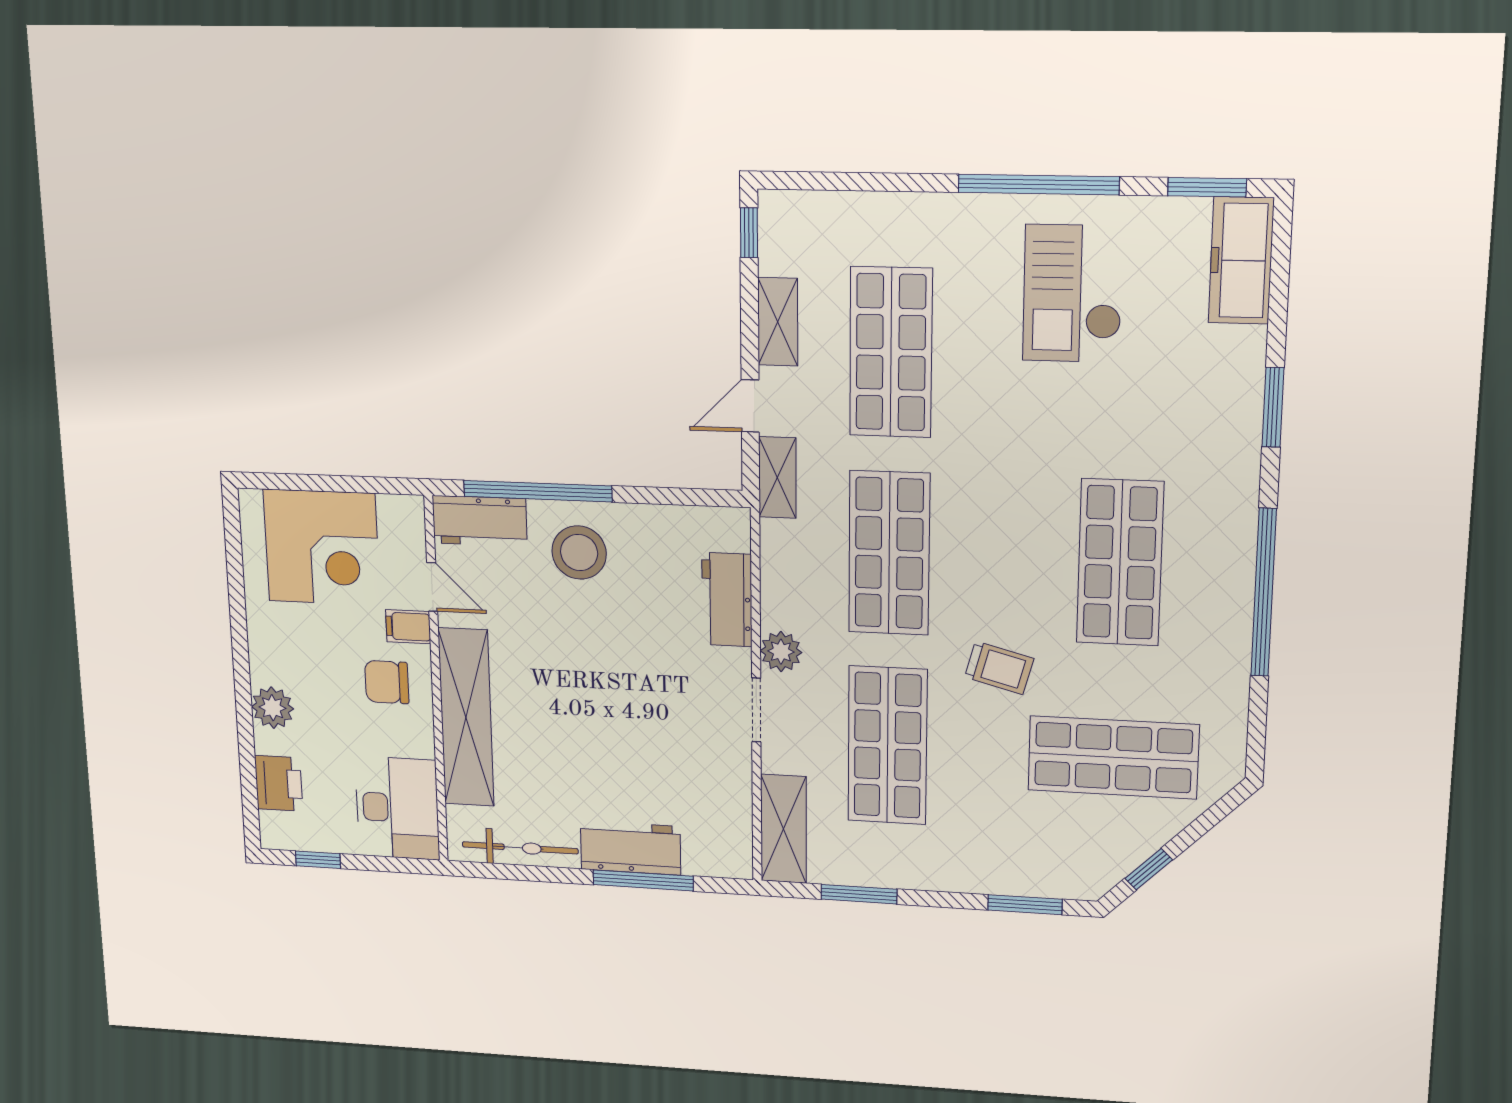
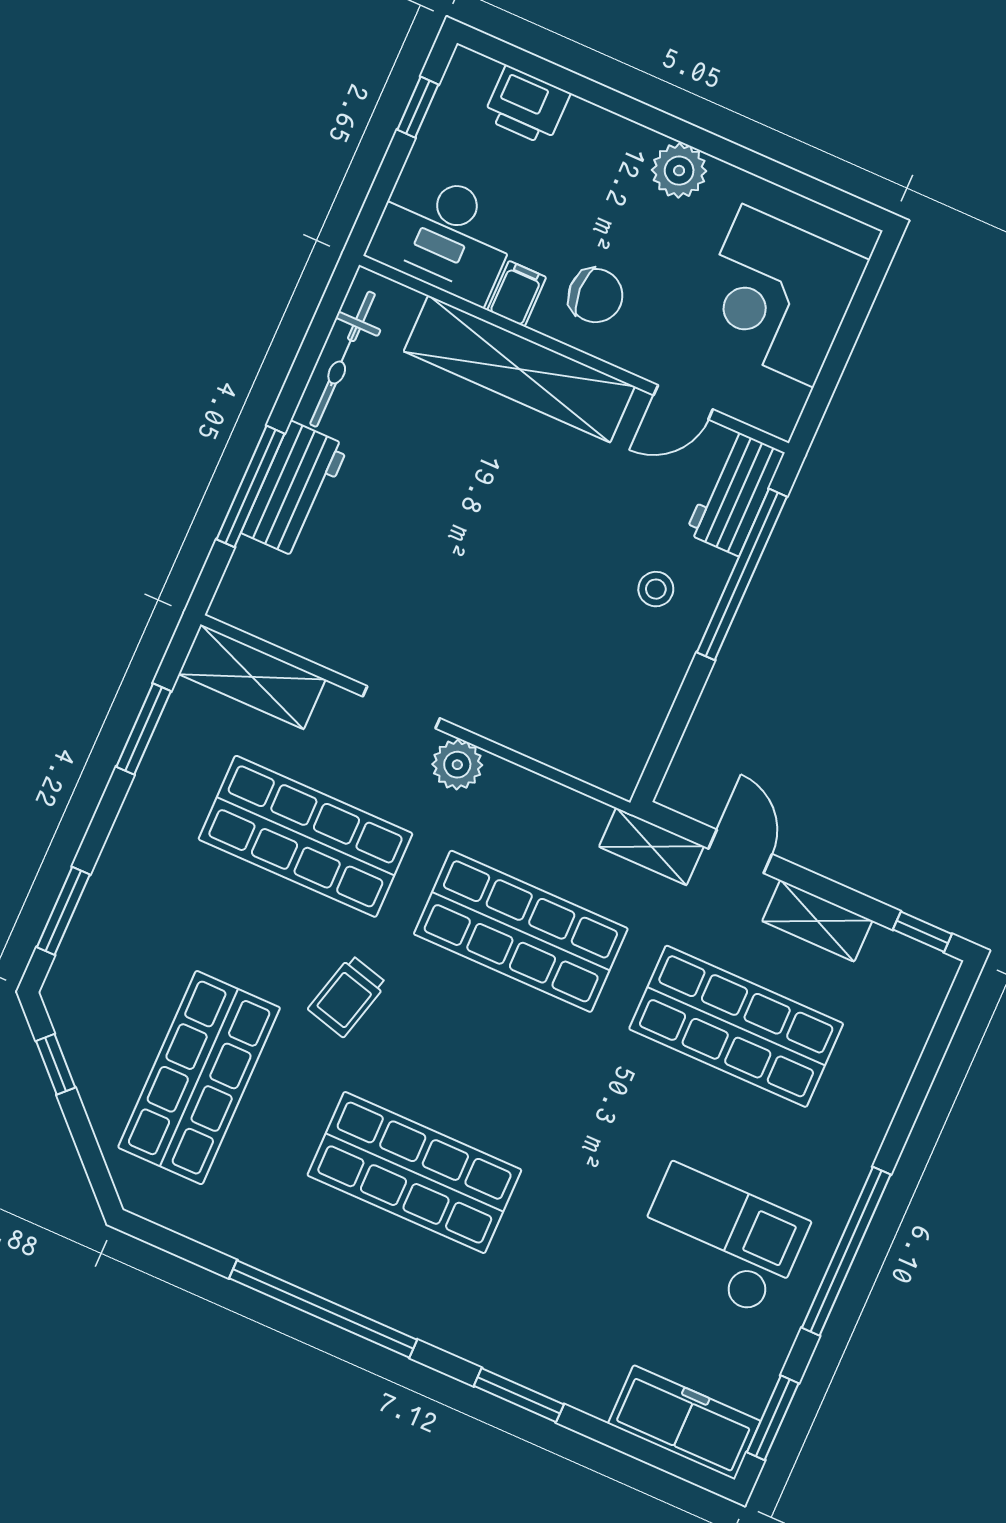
stool: (579, 553) -> (656, 589), width x0.53, depth x0.53
workbench: (727, 600) -> (539, 731), removed
filing cabinet: (408, 627) -> (517, 294), moved
chair: (387, 682) -> (596, 296), turned 88
plant: (273, 708) -> (679, 171), moved

